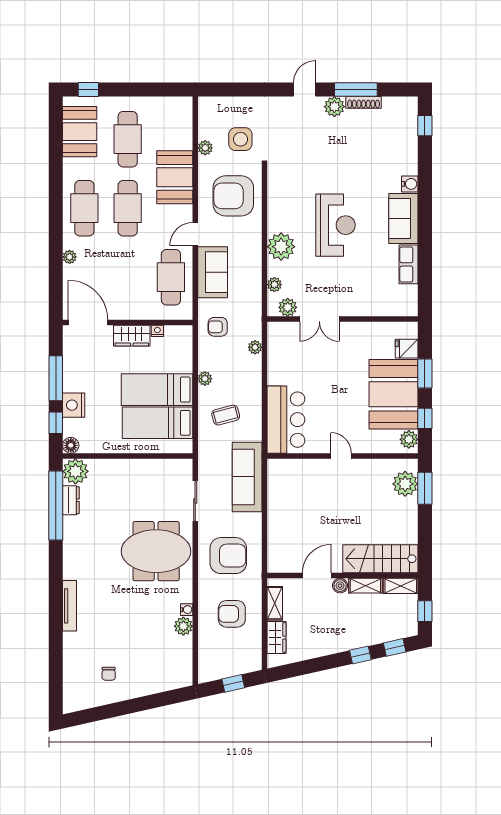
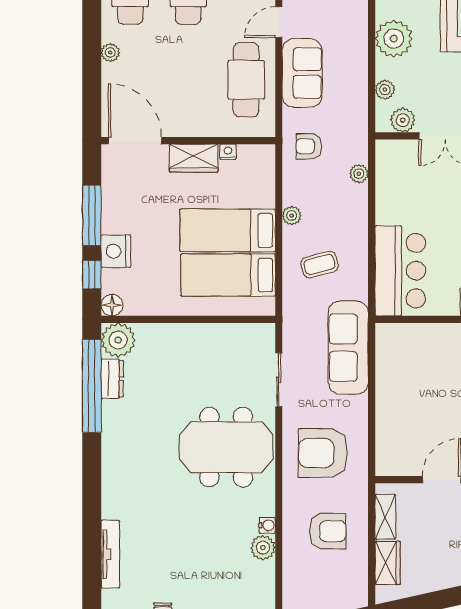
armchair: (228, 556) -> (323, 453), turned 180
tv unit: (70, 606) -> (110, 554), moved
armchair: (232, 614) -> (328, 531), turned 180

